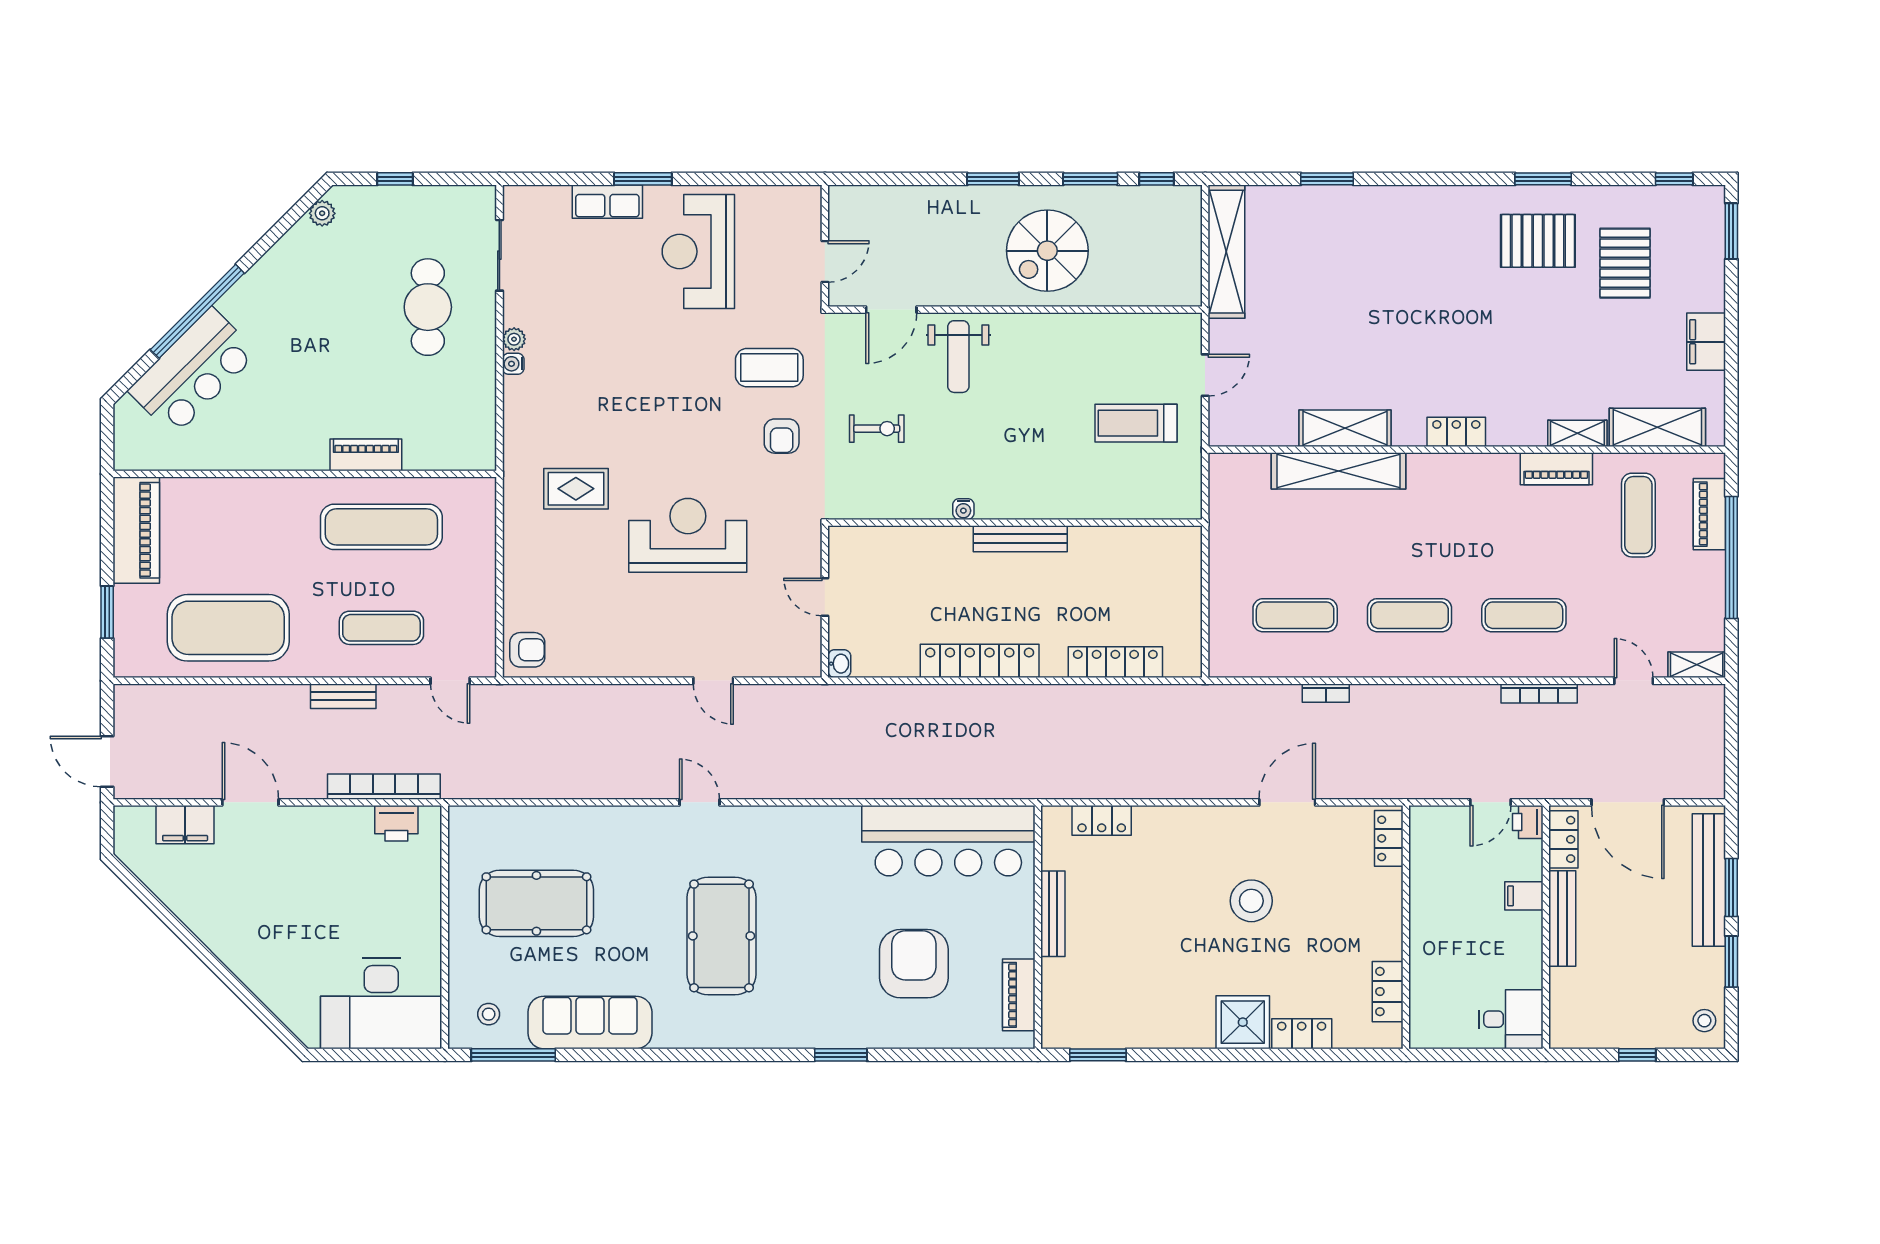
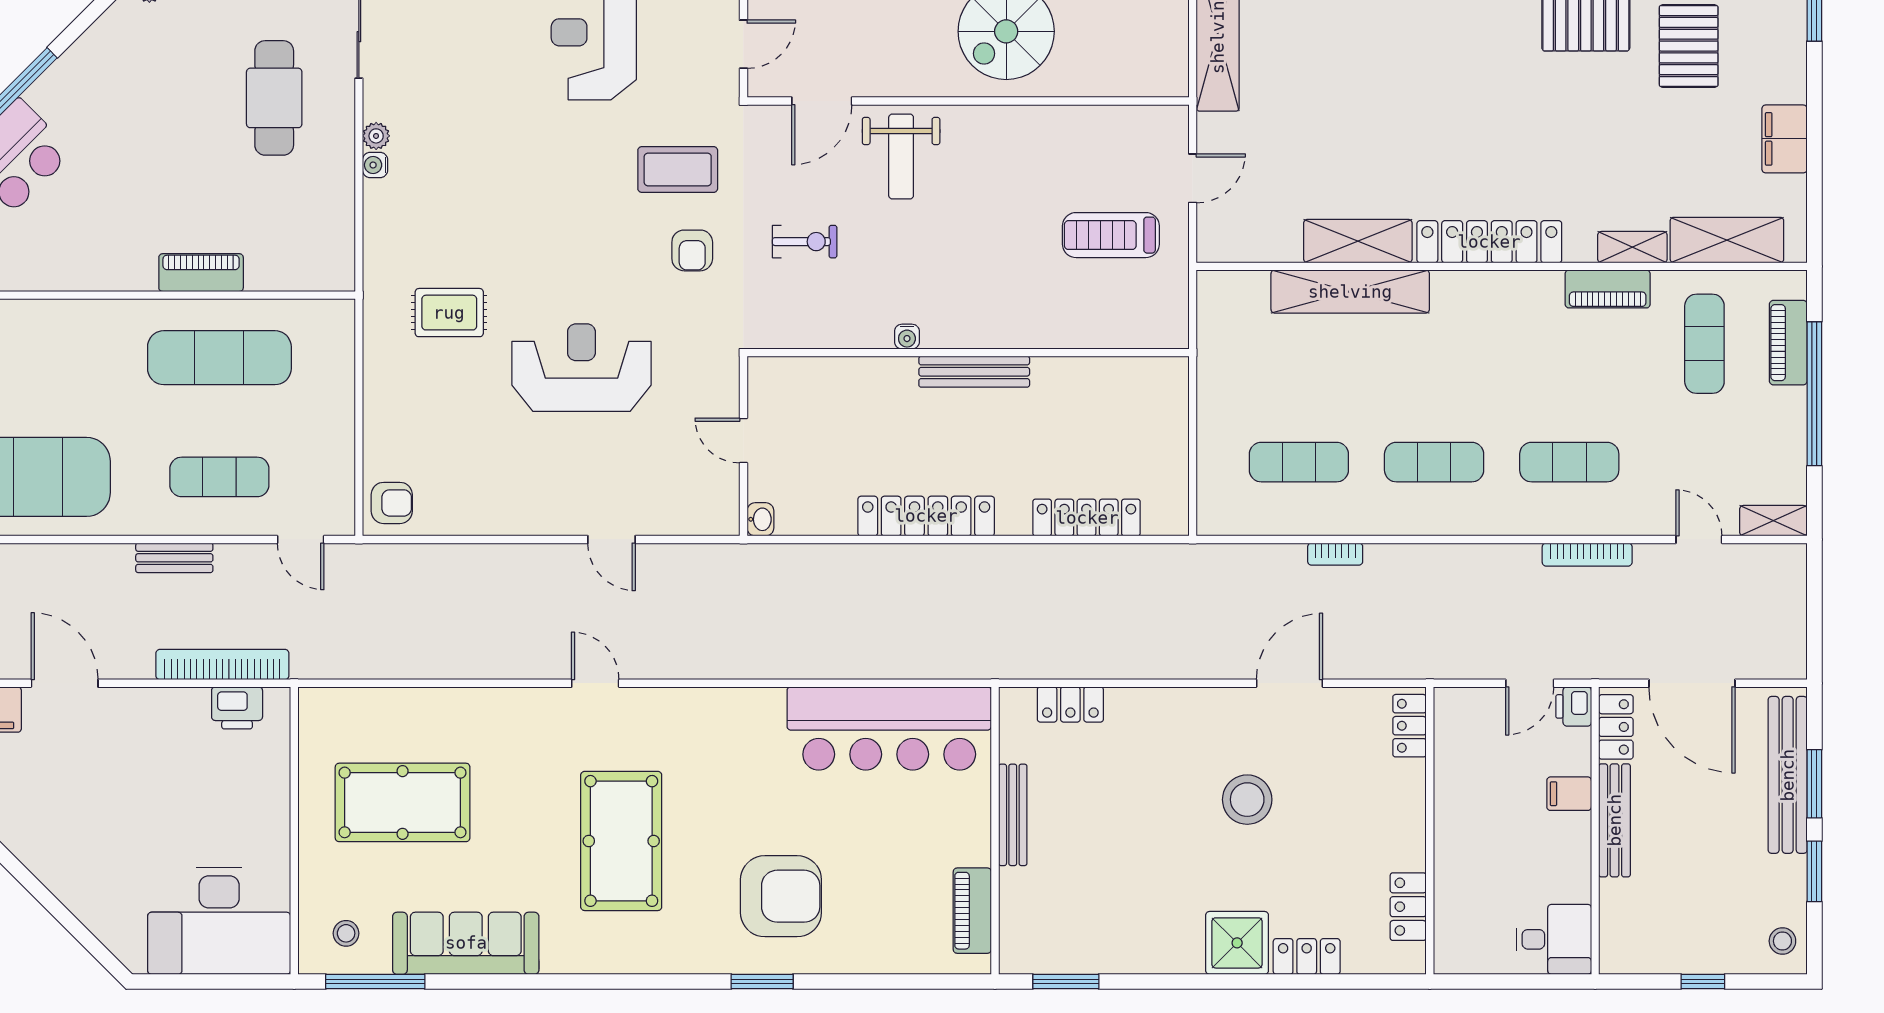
locker: (1456, 432) -> (1489, 242), width x2.16, depth x1.21
armchair: (914, 964) -> (781, 896), moved, turned 90

